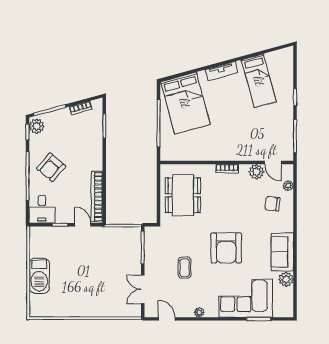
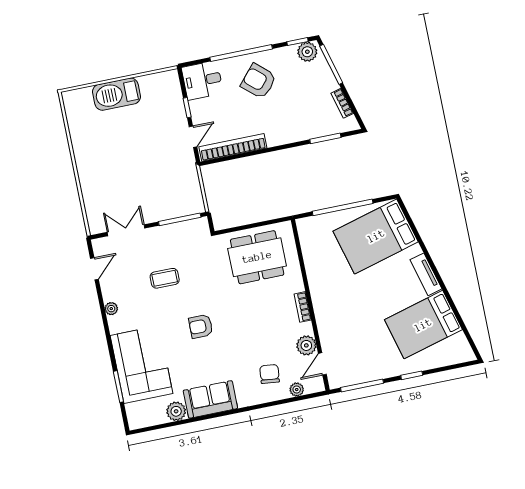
bed: (259, 81) -> (423, 325), width x1.50
armchair: (226, 248) -> (201, 326), width x0.53, depth x0.53

